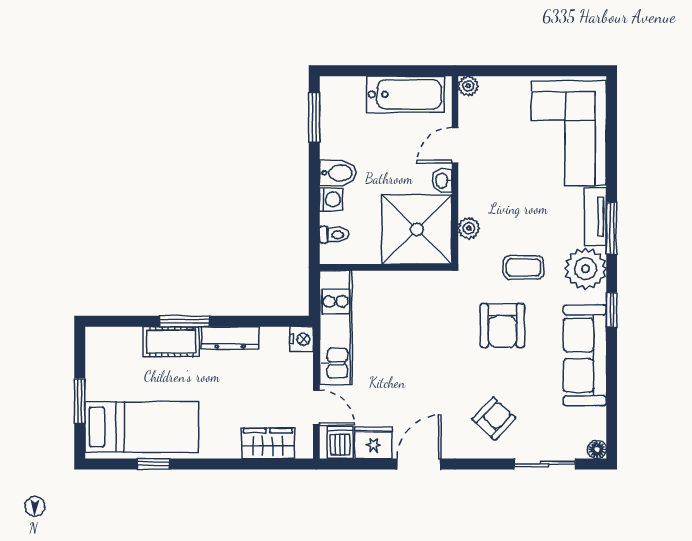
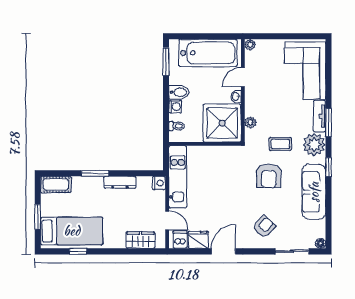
bathtub: (405, 94) -> (208, 53), width x1.36, depth x1.36
cot: (171, 342) -> (56, 184), moved

